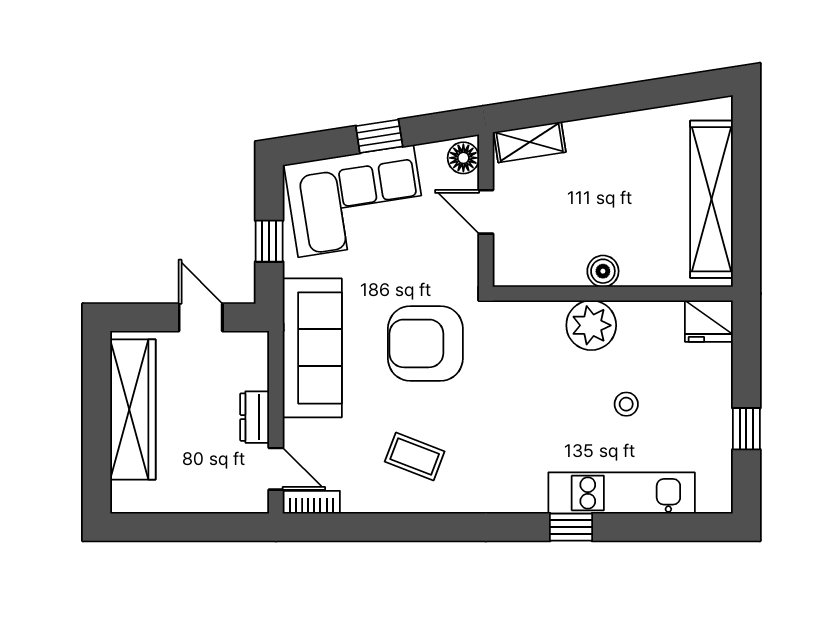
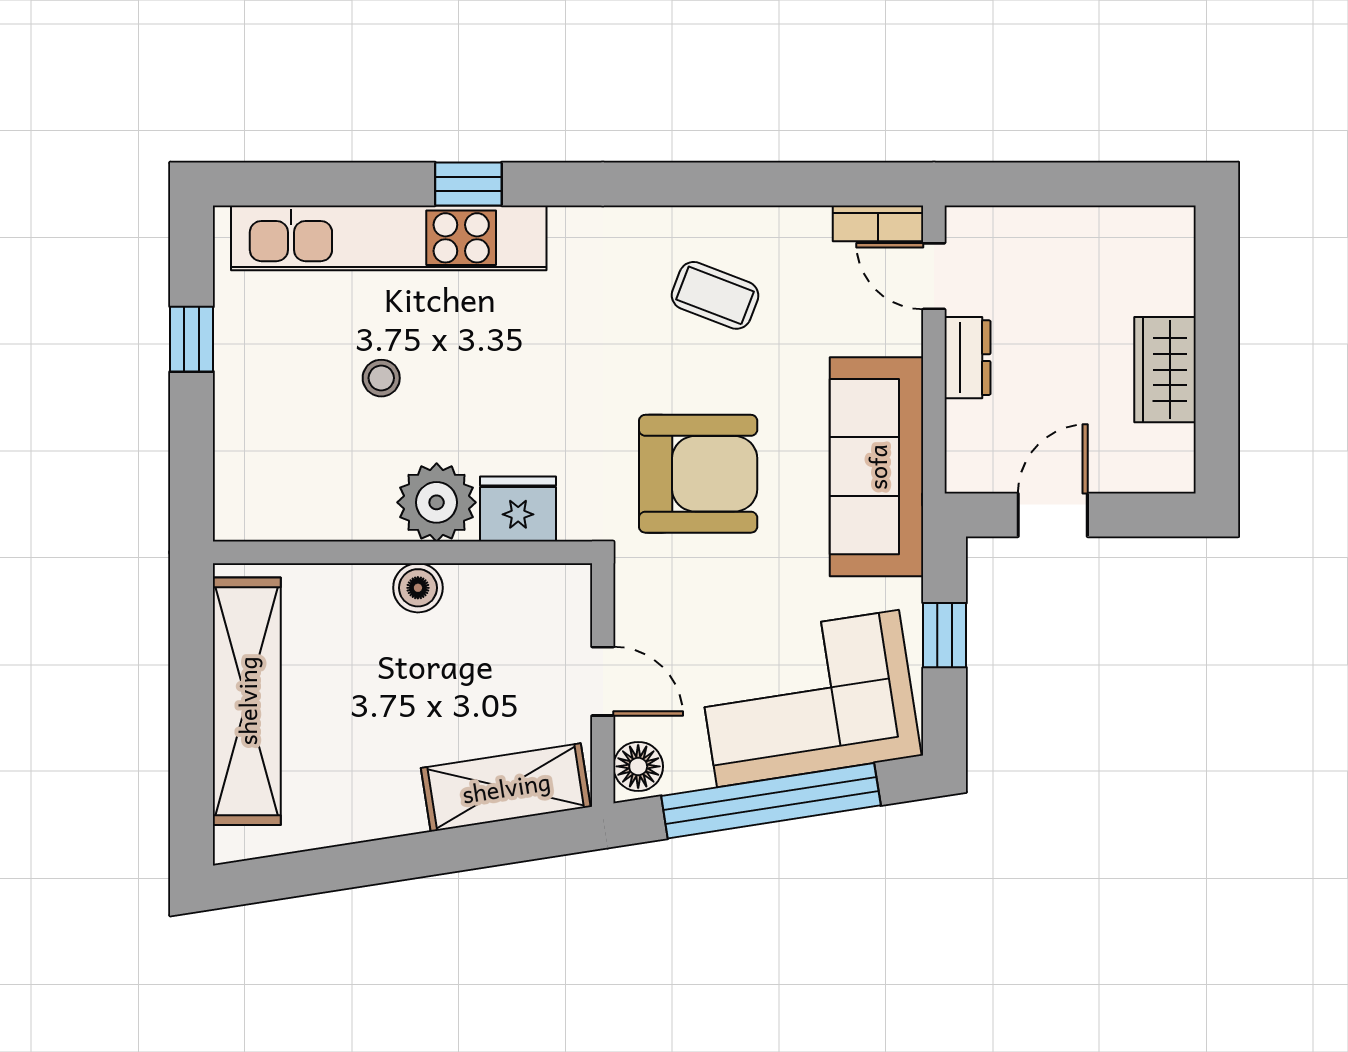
window: (379, 136) -> (771, 801), width x3.17
shelving: (530, 142) -> (506, 787), width x1.50, depth x1.33
door: (201, 317) -> (1053, 515), swing flipped
fridge: (709, 321) -> (518, 509), moved
wardrobe: (133, 409) -> (1165, 370), width x0.48, depth x0.85
kitchen unit: (622, 493) -> (389, 238), width x1.36

